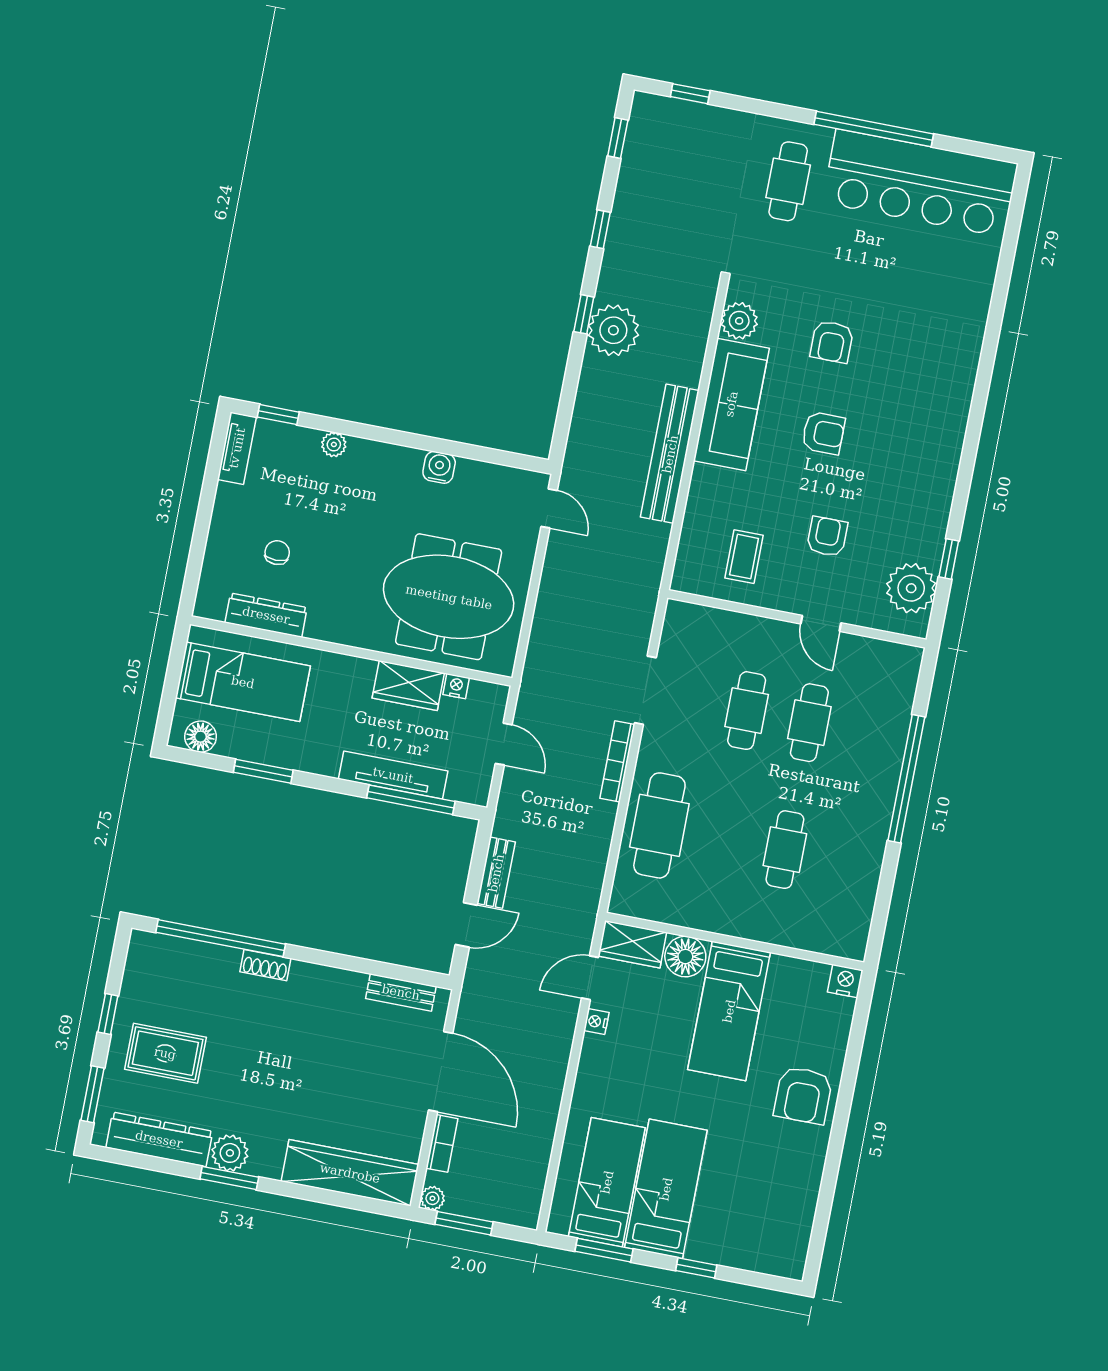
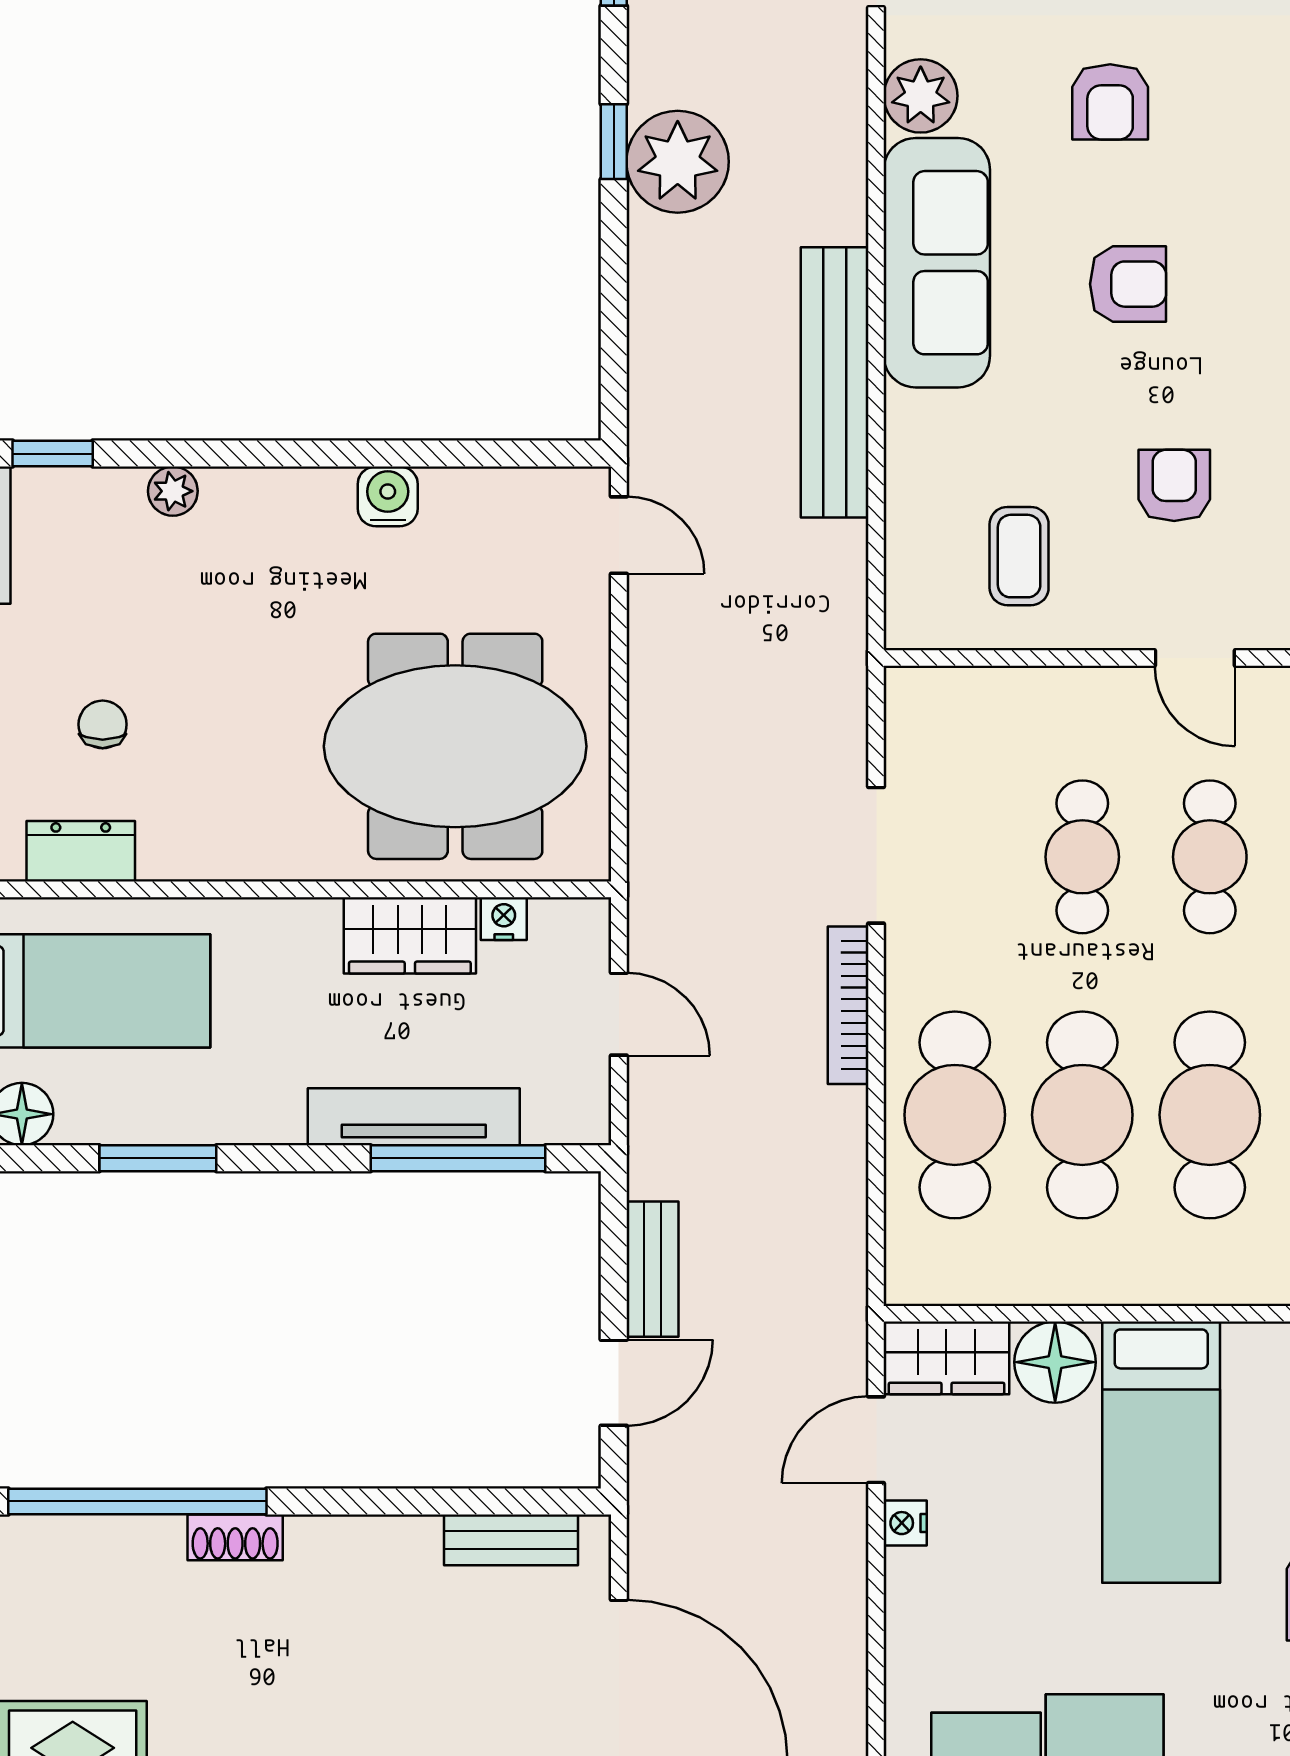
dresser: (266, 615) -> (81, 851), width x0.70
cafe table: (722, 838) -> (1082, 1115), added
cafe table: (785, 850) -> (1210, 1115), width x1.37, depth x1.35

